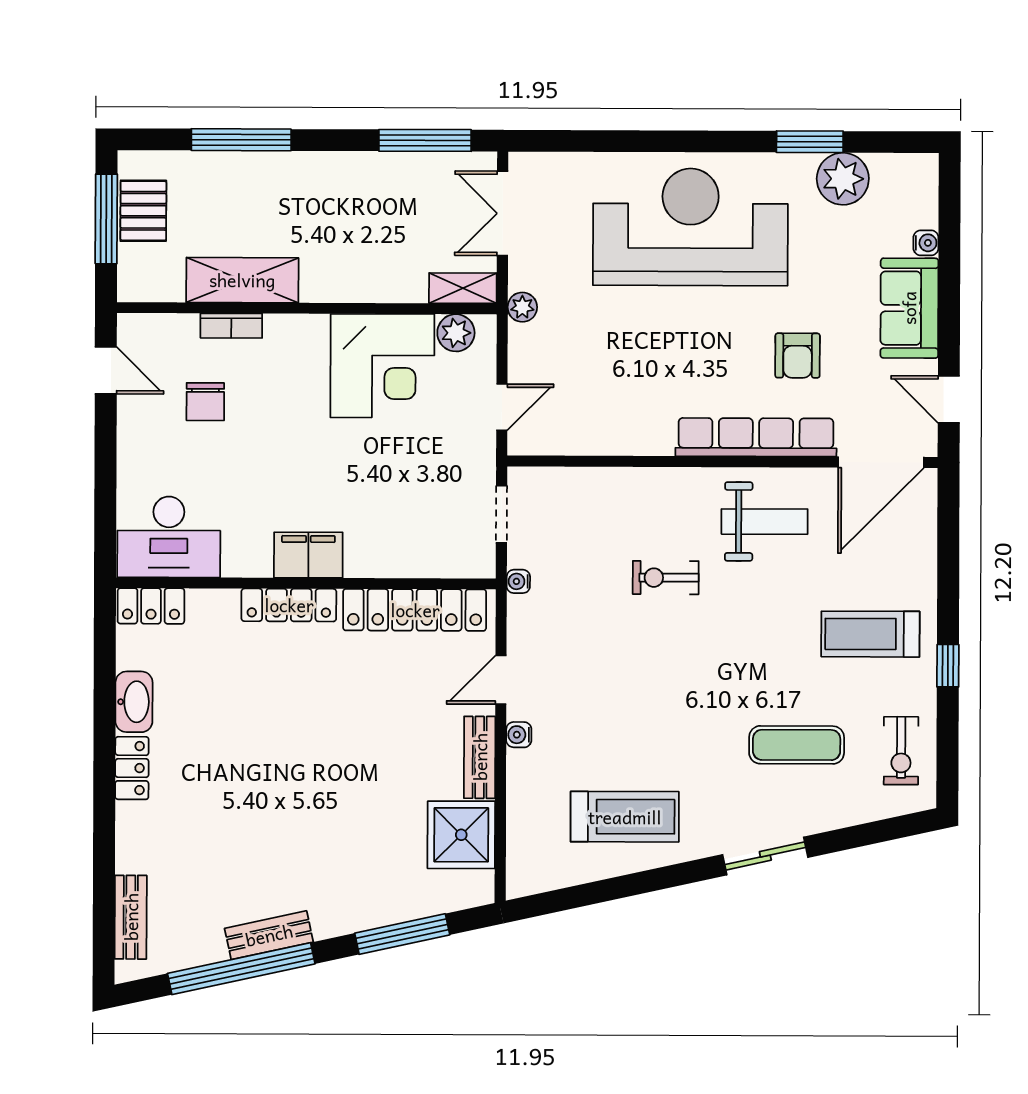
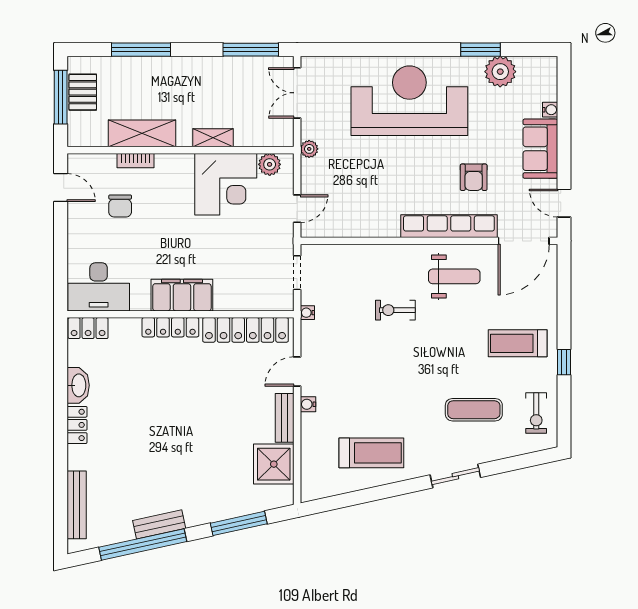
shelving: (463, 288) -> (213, 138), moved
filing cabinet: (308, 555) -> (182, 295), width x1.50, depth x1.17
bench: (131, 917) -> (77, 505), width x1.36

